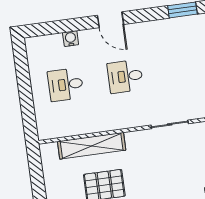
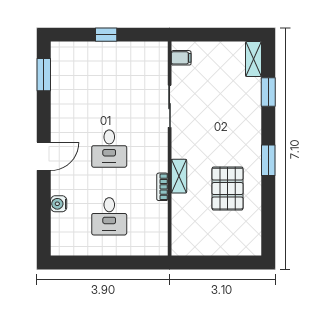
bookcase: (98, 128) -> (162, 187), added
shelving: (92, 146) -> (179, 176), width x0.45, depth x0.75

